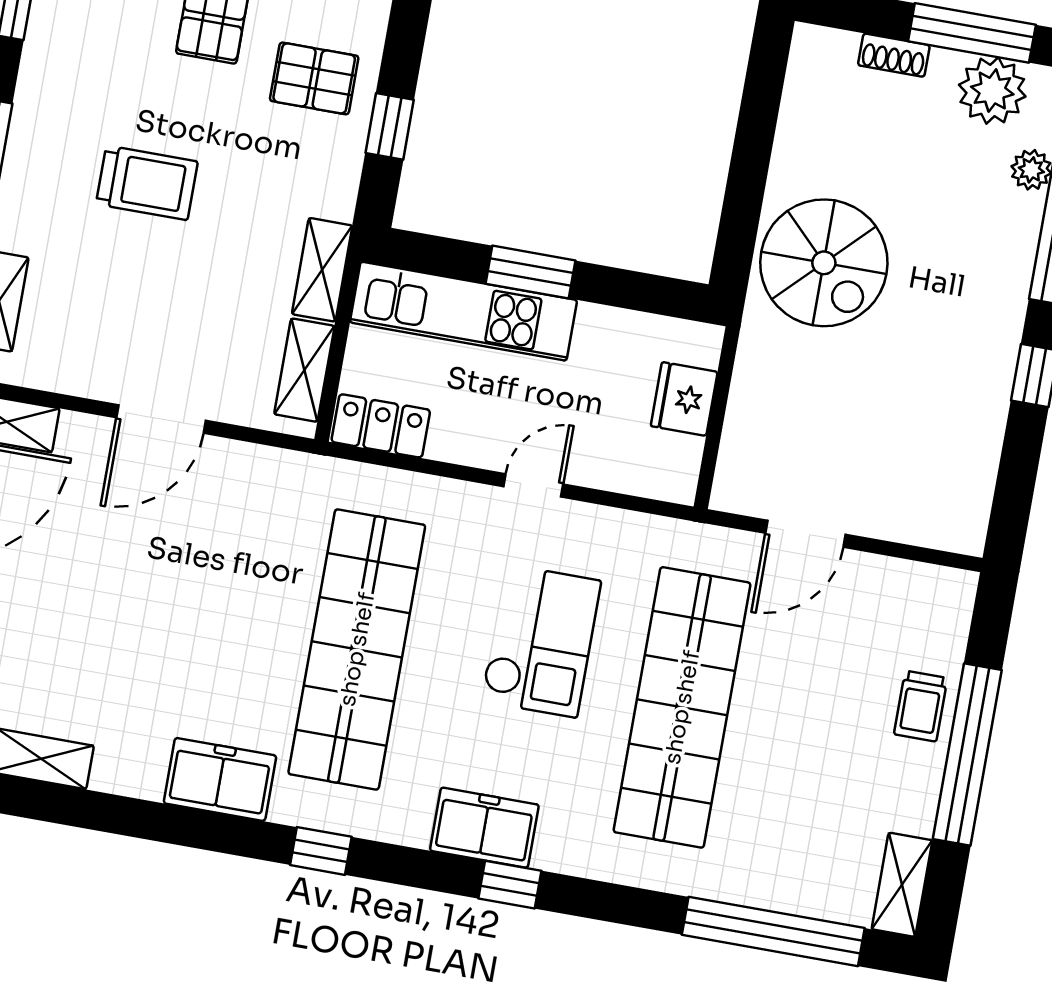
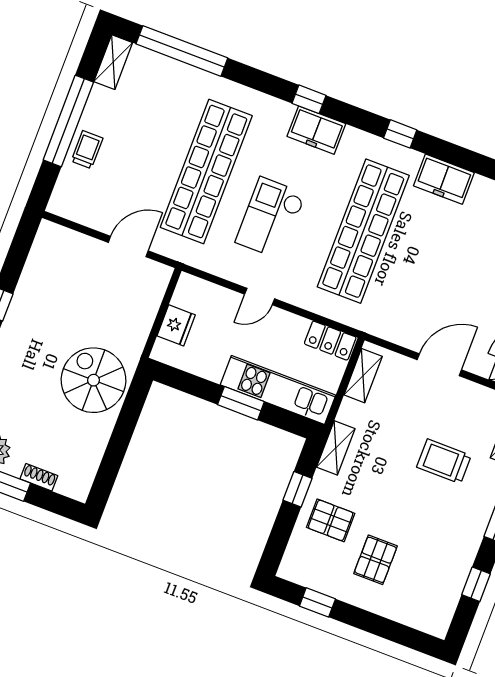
trolley: (147, 183) -> (444, 461), moved
shelving: (322, 270) -> (336, 448), moved

